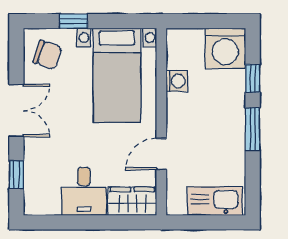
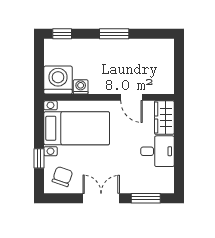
washing machine: (225, 48) -> (58, 80), moved, turned -90
window: (253, 78) -> (62, 34), moved
window: (16, 175) -> (146, 198), width x1.50
kitchen sink: (215, 201) -> (164, 60), removed

